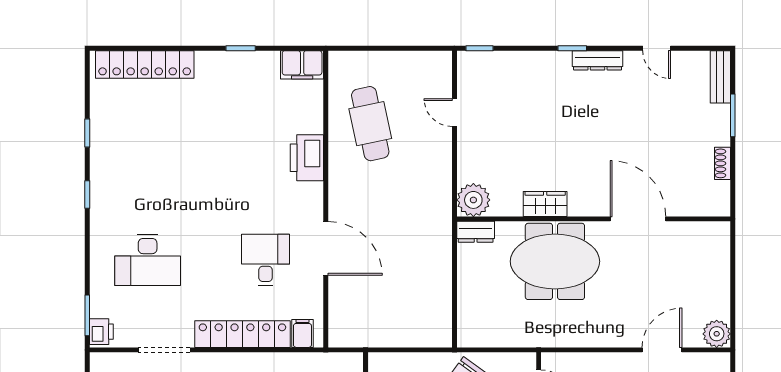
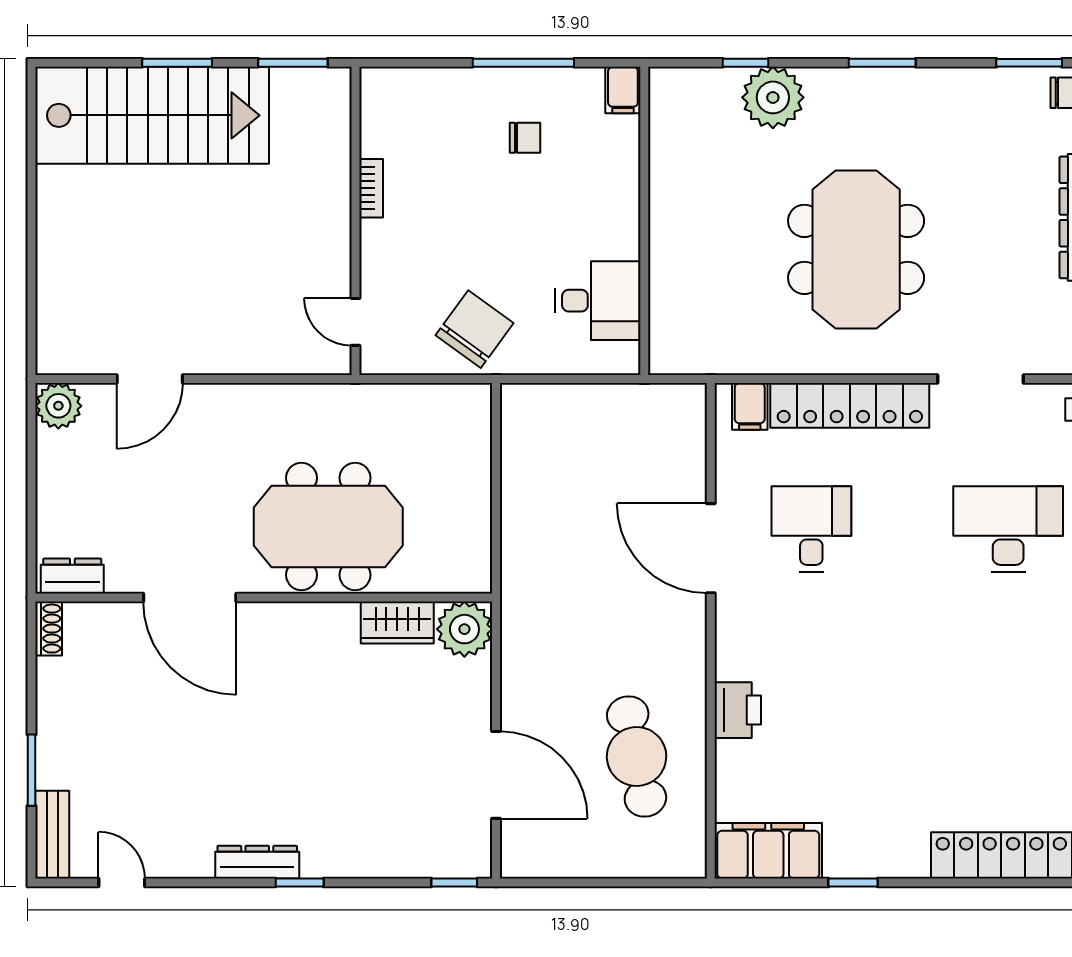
door: (657, 48) -> (122, 882), moved
filing cabinet: (302, 65) -> (768, 851), width x1.50, depth x1.17
door: (454, 113) -> (496, 775), width x1.87
printer: (307, 158) -> (738, 710), width x0.73, depth x0.84
shoe rack: (723, 163) -> (49, 629), moved
wardrobe: (545, 204) -> (397, 623), moved
dresser: (476, 232) -> (72, 576), moved
desk: (266, 260) -> (811, 529), turned 180

